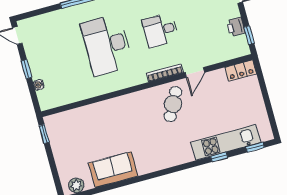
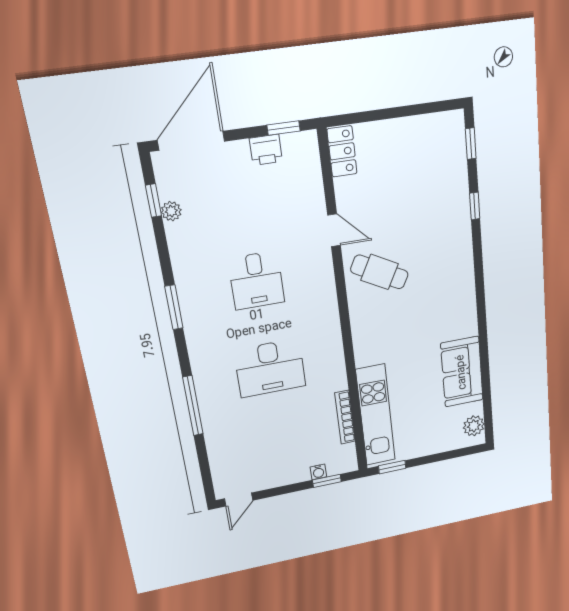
desk: (107, 45) -> (270, 368), width x0.73, depth x0.77
window: (26, 69) -> (327, 481), moved
bookcase: (165, 73) -> (345, 417), moved
kitchen unit: (226, 142) -> (376, 415), moved, turned 180

